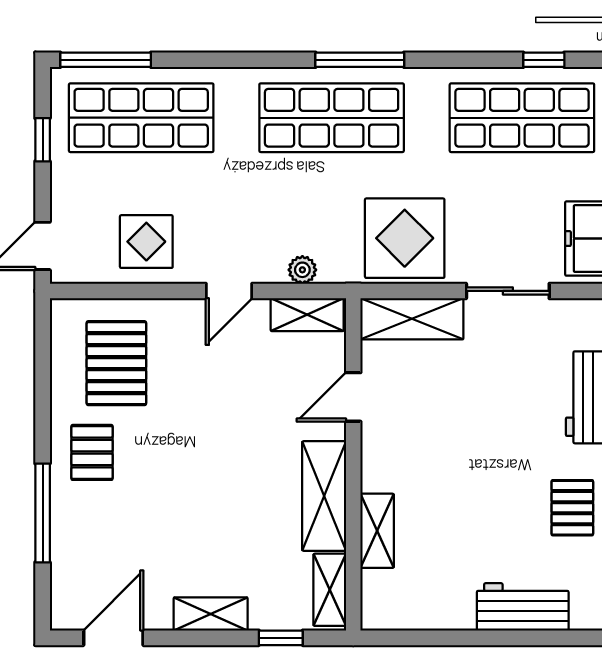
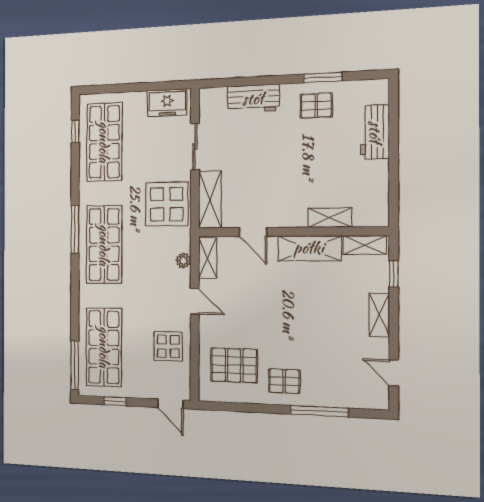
door: (113, 638) -> (394, 373), width x0.73

